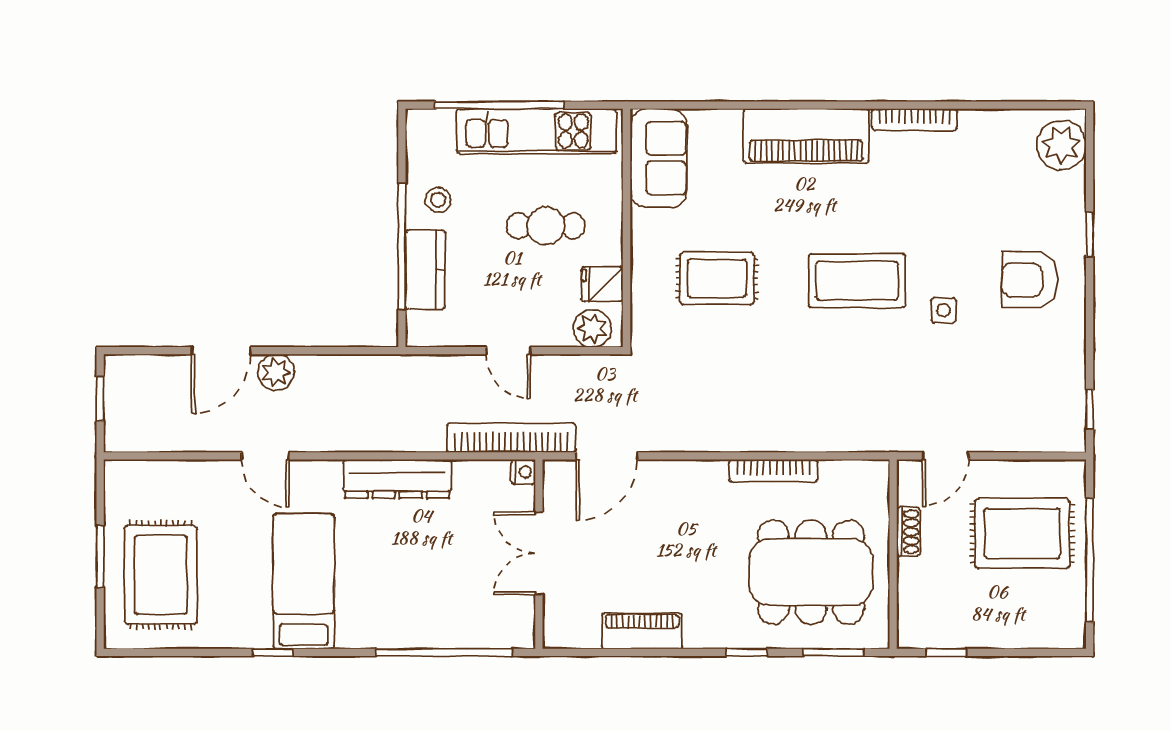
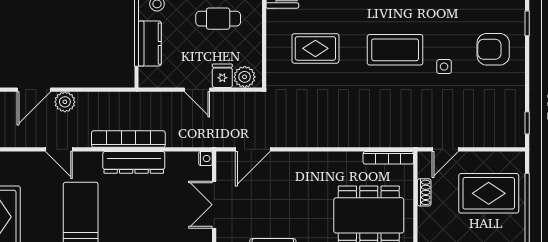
fridge: (602, 284) -> (222, 76), moved, turned 90
bookcase: (511, 438) -> (128, 139), moved
bookcase: (773, 471) -> (388, 158), moved

